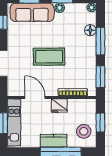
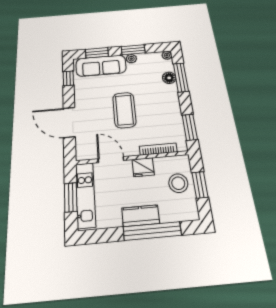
window: (100, 41) -> (181, 77), moved
coffee table: (49, 57) -> (124, 110), turned 90
stool: (84, 131) -> (178, 183), moved

